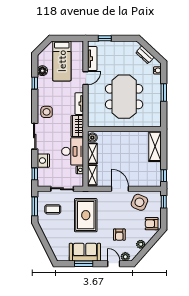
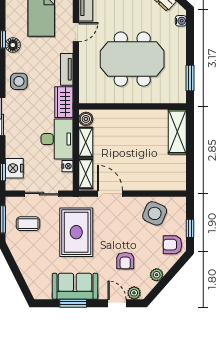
floor lamp: (42, 71) -> (13, 45), moved
window: (164, 92) -> (190, 78), moved
meeting table: (124, 97) -> (132, 59), turned 90
nightstand: (43, 161) -> (14, 168), moved
window: (164, 176) -> (190, 175), removed
door: (120, 189) -> (110, 194), moved
window: (164, 202) -> (190, 228), moved

